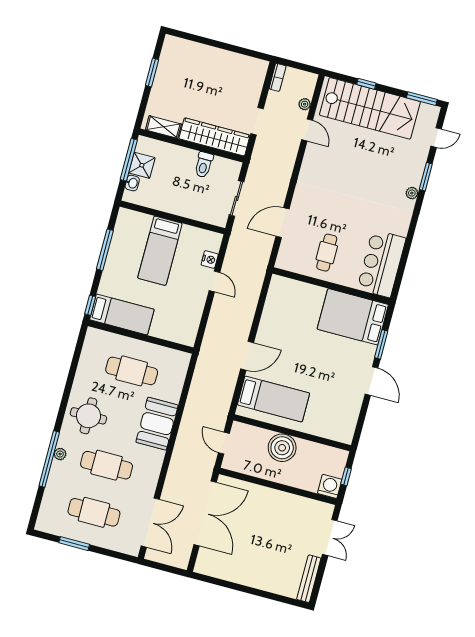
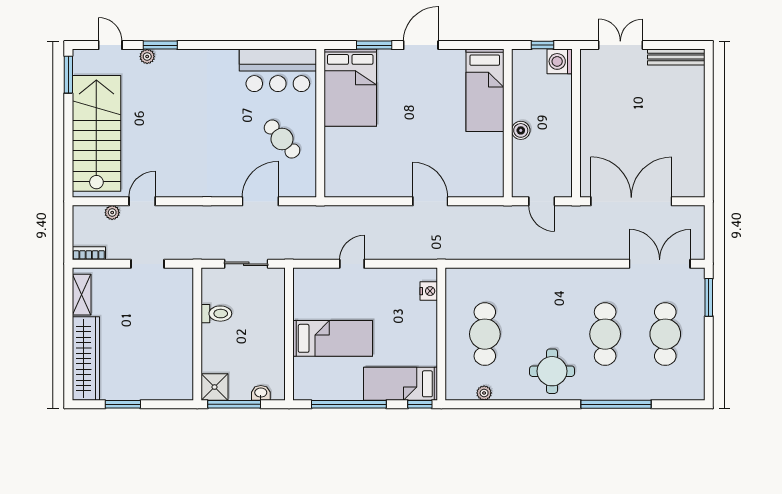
window: (366, 84) -> (68, 145), removed
shelving: (163, 127) -> (82, 295), moved
wardrobe: (214, 137) -> (86, 359), moved, turned 180
shower: (142, 165) -> (215, 387), moved
plant: (412, 193) -> (147, 56), moved
door: (282, 223) -> (260, 201), swing flipped
window: (105, 250) -> (349, 404), width x1.46
cafe table: (327, 253) -> (282, 139), turned 49
nightstand: (210, 260) -> (429, 291), moved, turned 90
bed: (122, 315) -> (401, 384), moved, turned -90
bed: (274, 399) -> (485, 90), moved, turned 180
booth: (157, 424) -> (540, 287), removed
door: (224, 443) -> (542, 201), hinge flipped
boiler: (282, 448) -> (521, 130), width x0.54, depth x0.54
plant: (60, 454) -> (484, 393), moved
window: (74, 544) -> (709, 297), moved

